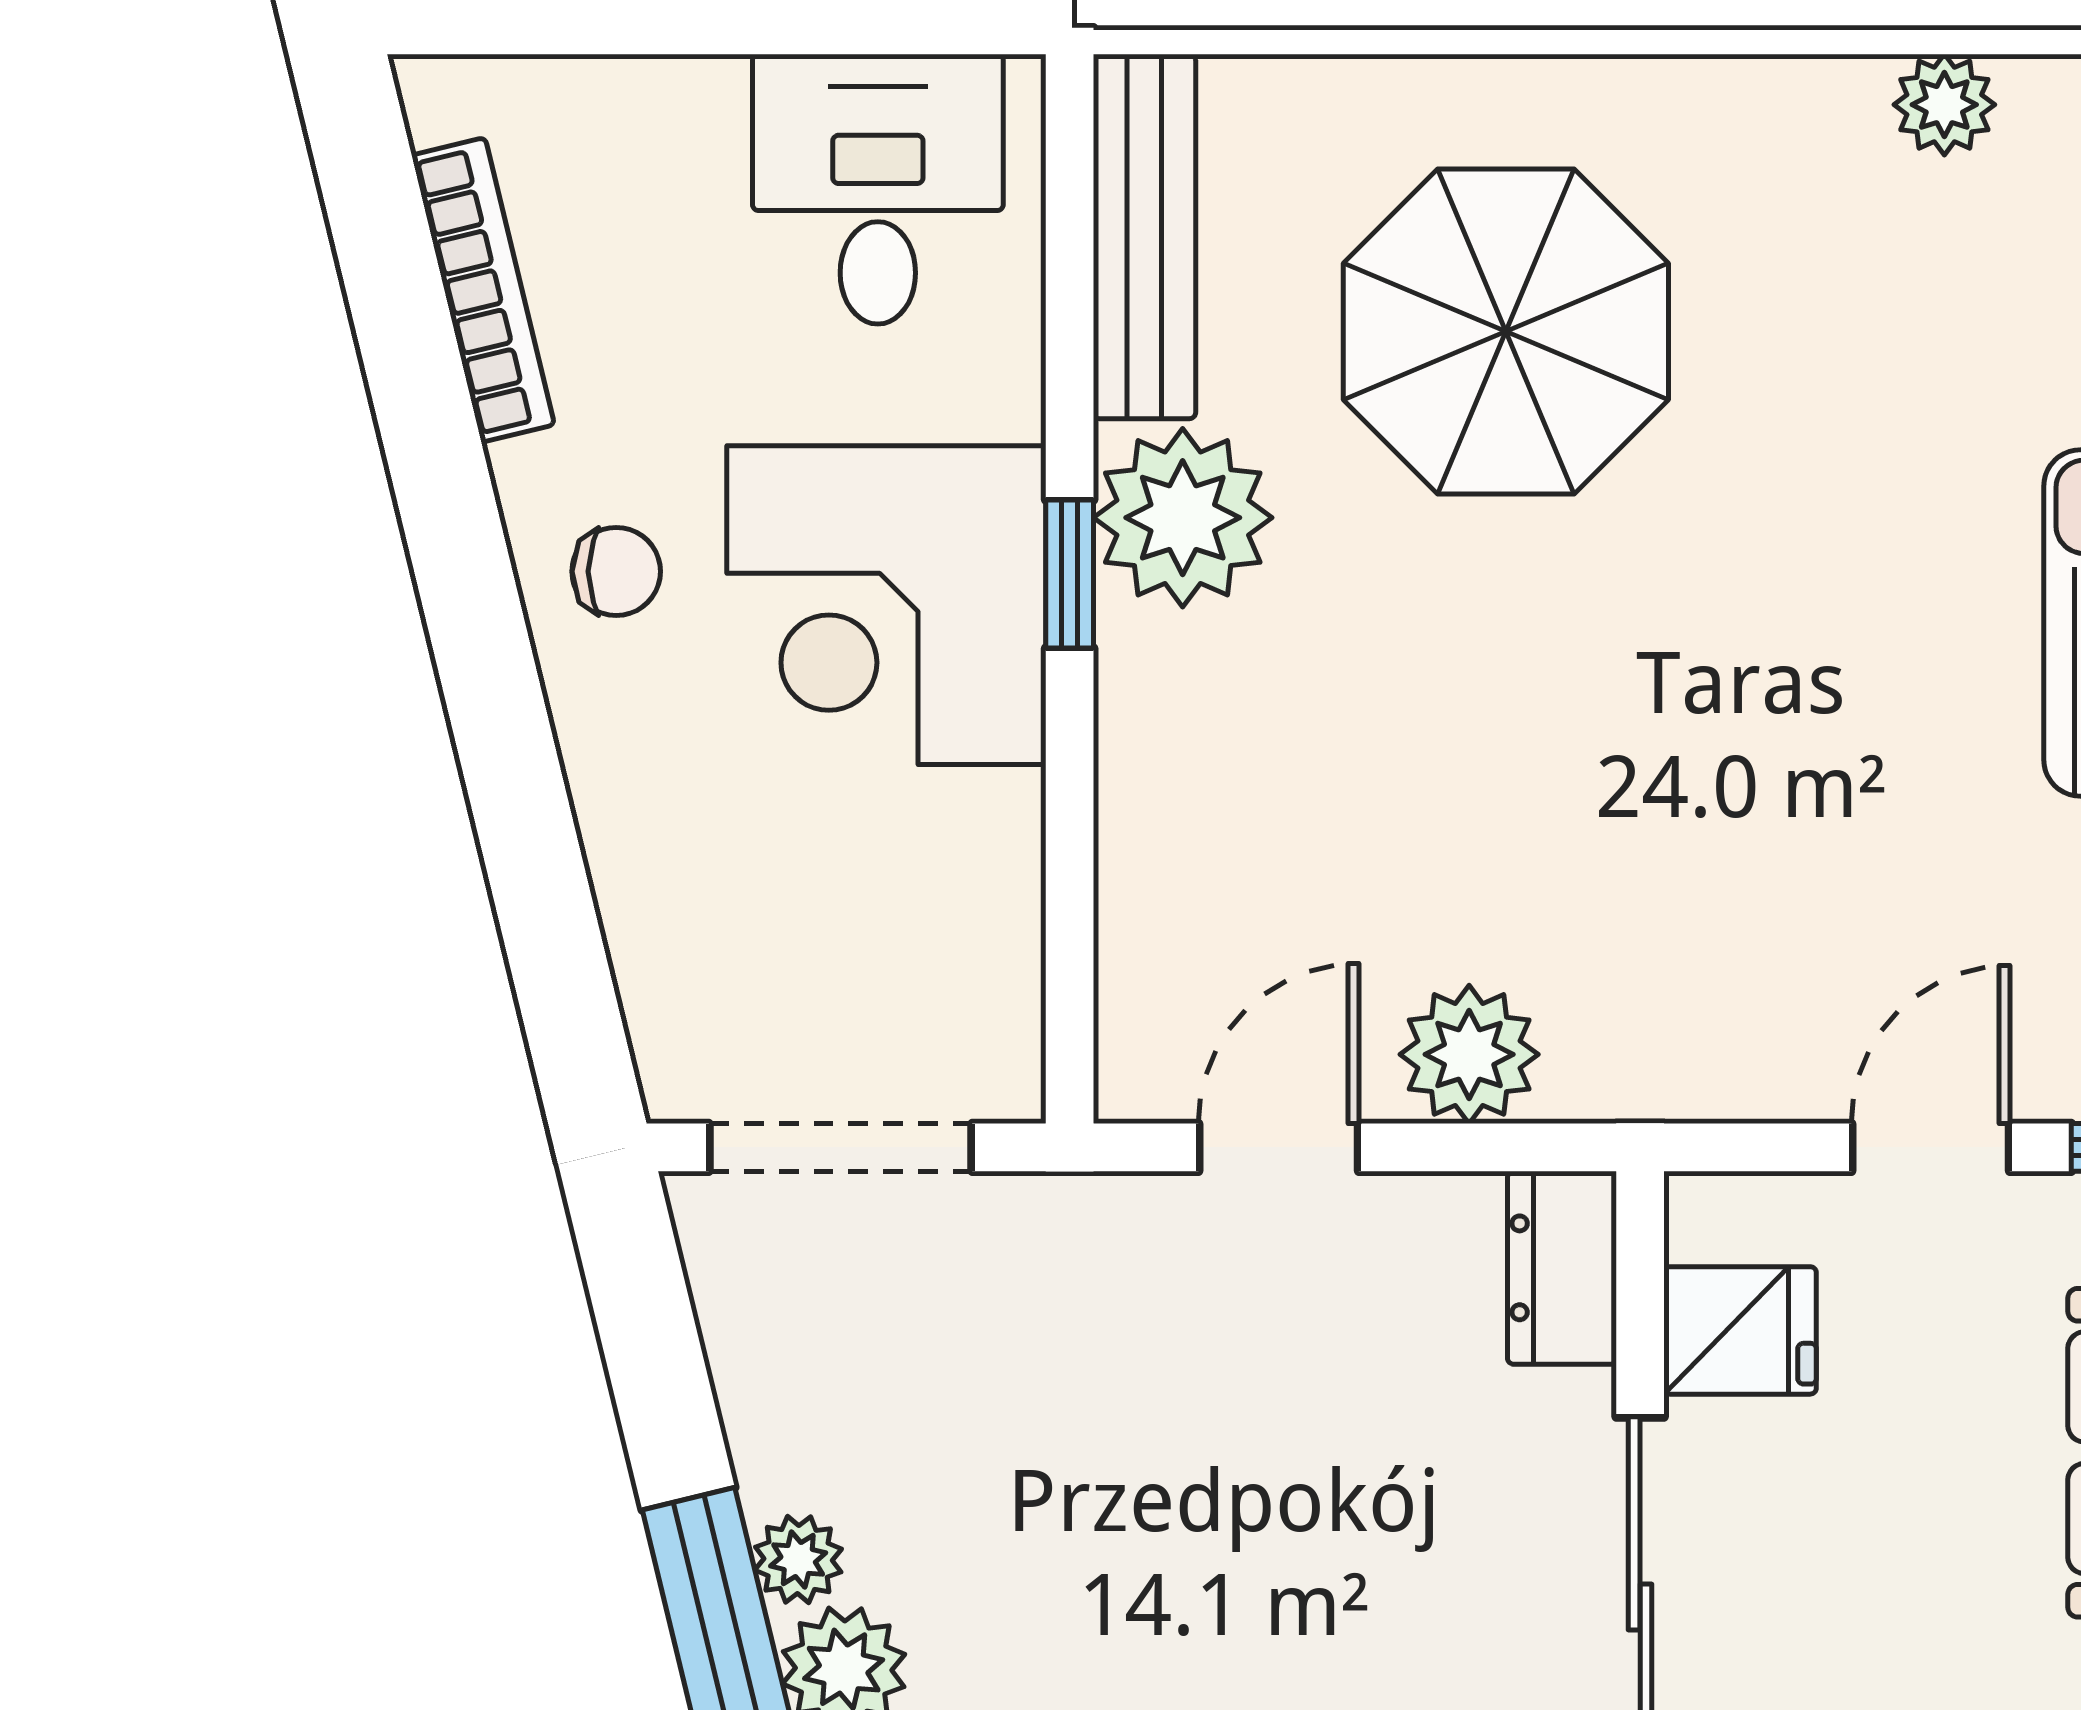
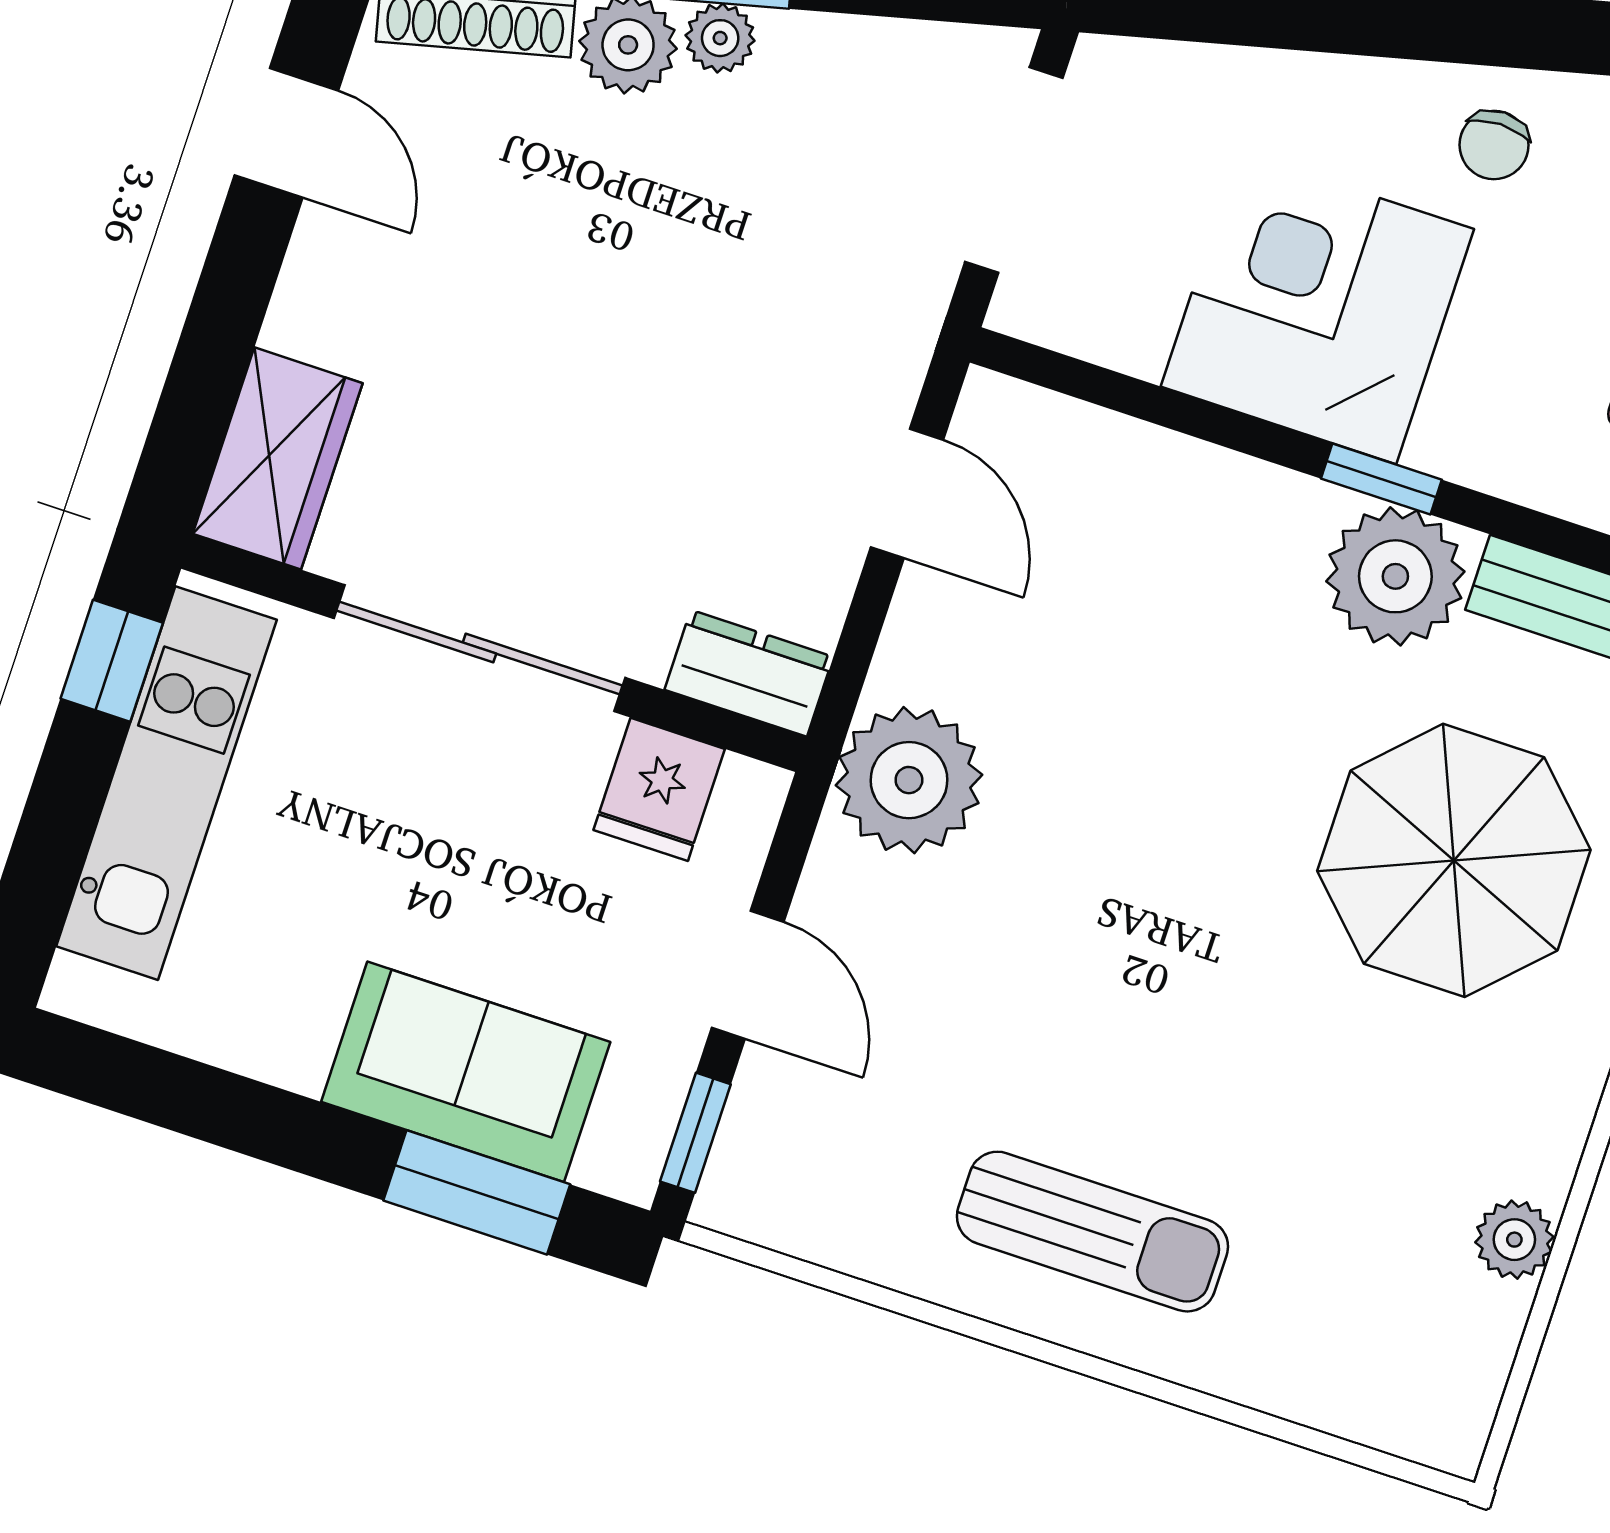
corner desk: (886, 605) -> (1317, 308), moved
plant: (1469, 1054) -> (909, 780), moved, width x1.36, depth x1.36

